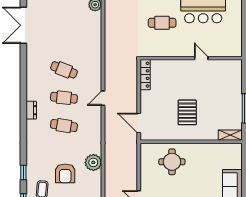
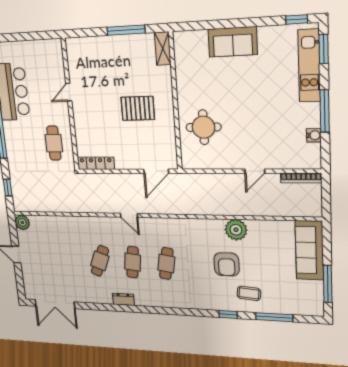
cafe table: (162, 23) -> (54, 143), moved
dresser: (31, 110) -> (123, 299), moved
plant: (93, 162) -> (236, 230), moved
armchair: (65, 173) -> (227, 264), turned 90

